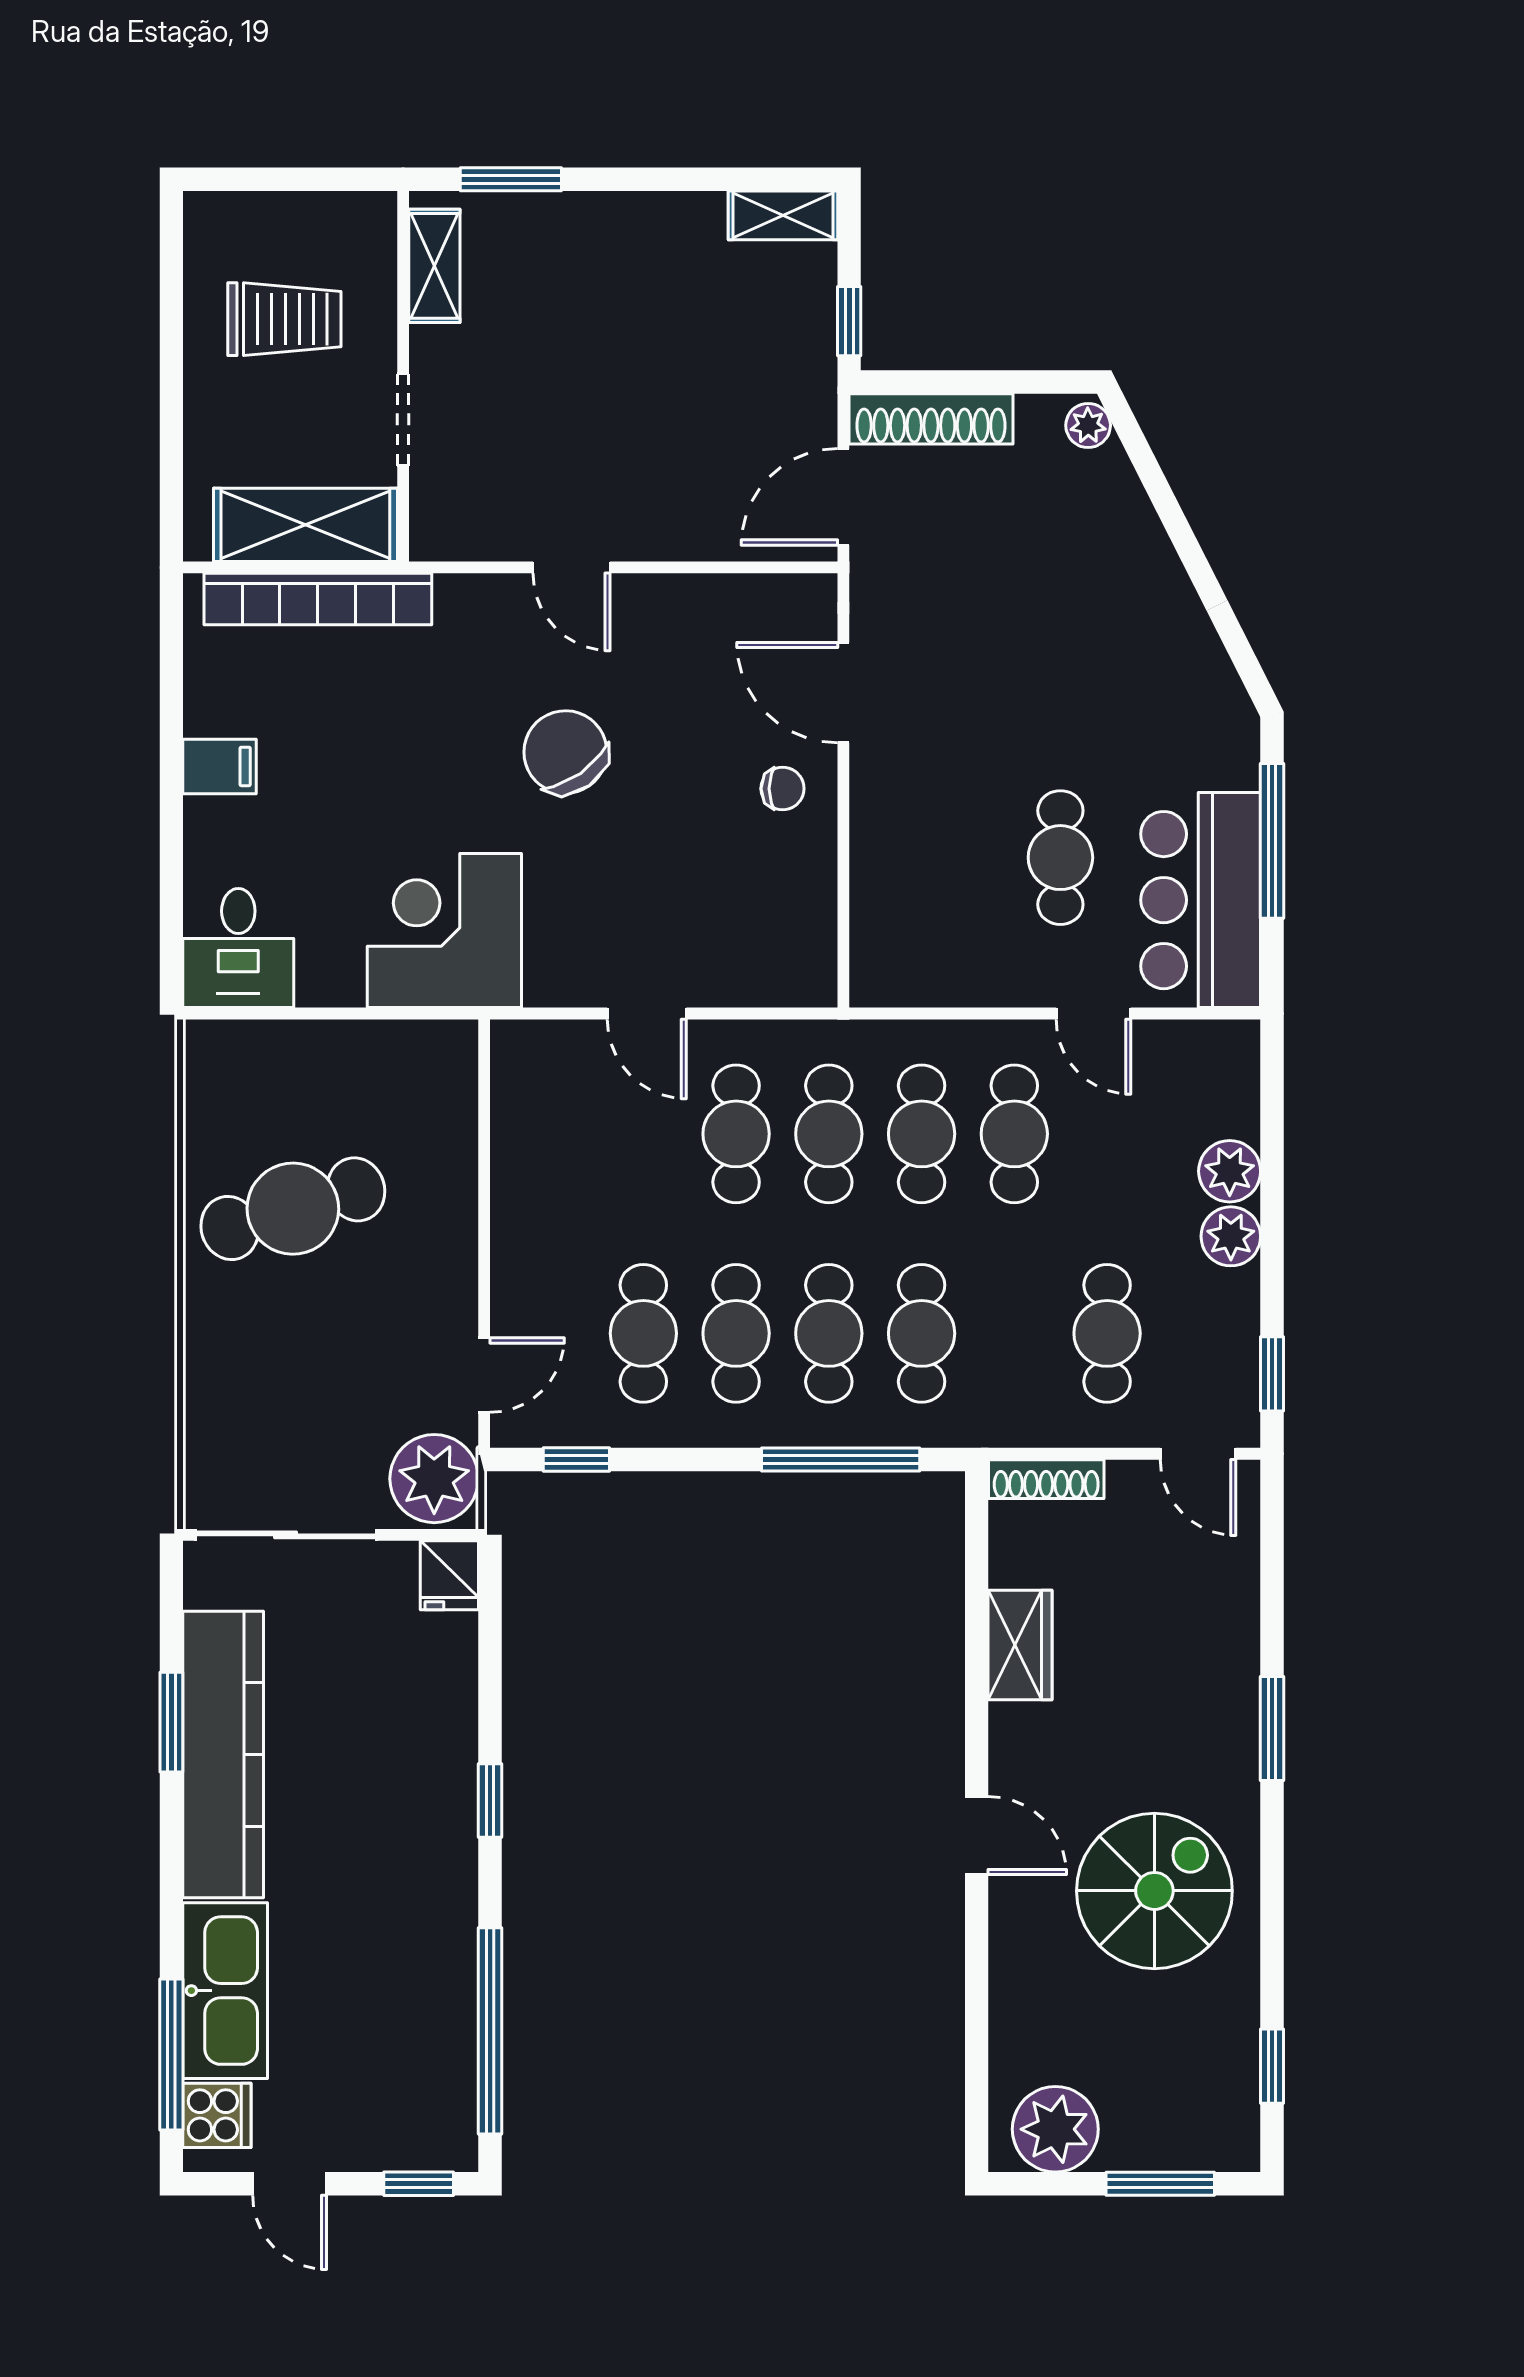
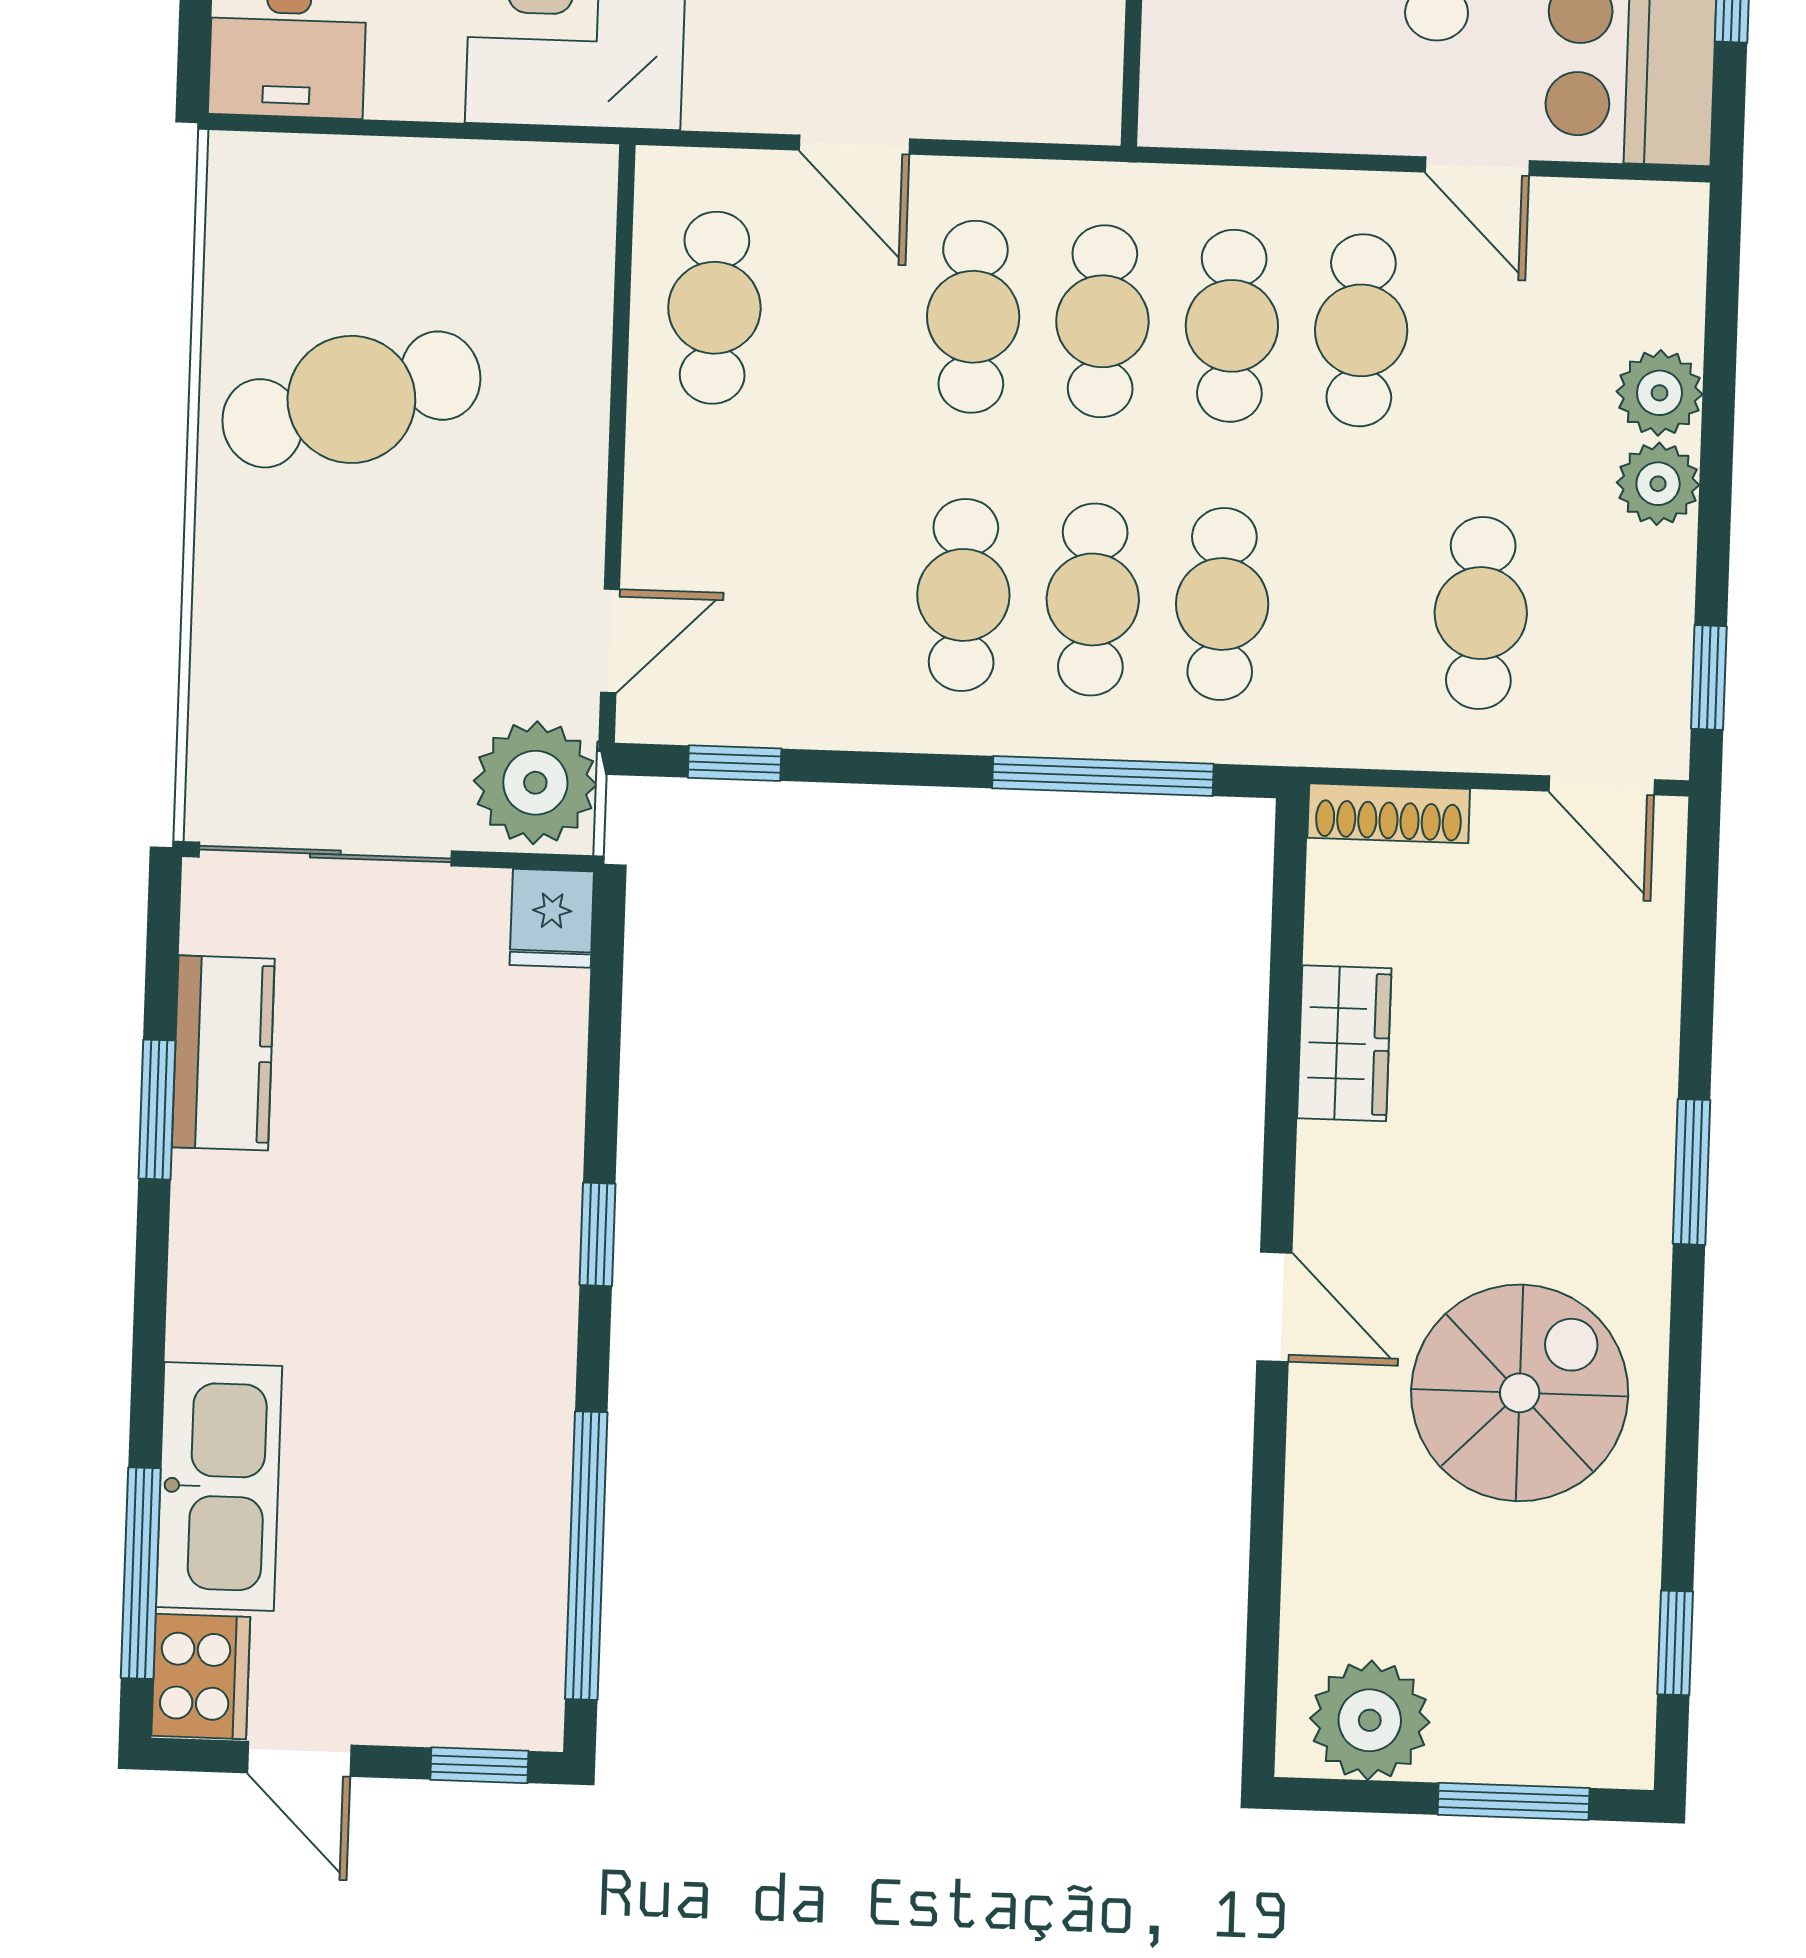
cafe table: (643, 1333) -> (714, 308), moved
kitchen counter: (223, 1755) -> (223, 1053), width x0.48, depth x0.86
cooker: (217, 2115) -> (201, 1676), width x1.36

